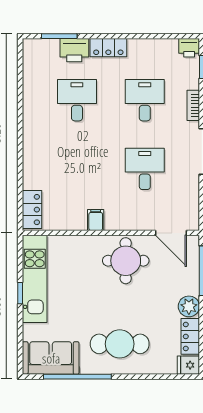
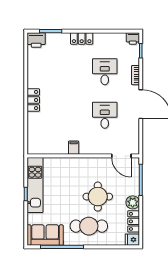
printer: (74, 50) -> (36, 40), moved
desk: (77, 100) -> (62, 72), removed
locker: (32, 210) -> (33, 100), moved
round table: (126, 261) -> (98, 197), moved

